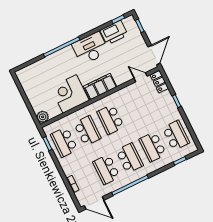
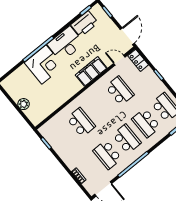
filing cabinet: (100, 87) -> (91, 71), moved
corner desk: (70, 94) -> (44, 65), moved, turned 180
plant: (43, 117) -> (24, 104), moved
school desk: (111, 119) -> (120, 91), moved, turned 180
school desk: (64, 142) -> (62, 138), removed

